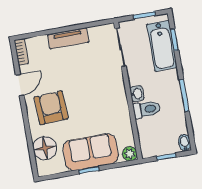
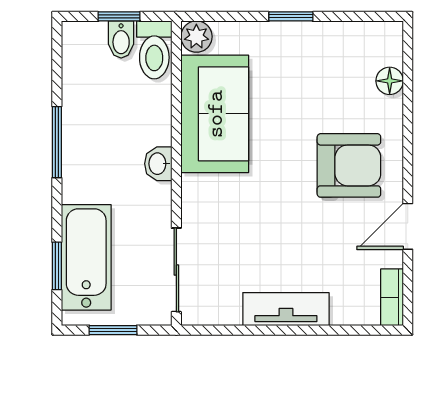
armchair: (51, 108) -> (349, 165), turned -87
toilet: (147, 109) -> (154, 50), moved, turned -90
bidet: (184, 143) -> (121, 40), moved
floor lamp: (45, 148) -> (390, 81), width x0.53, depth x0.53
sofa: (91, 152) -> (215, 114), moved, turned -90

